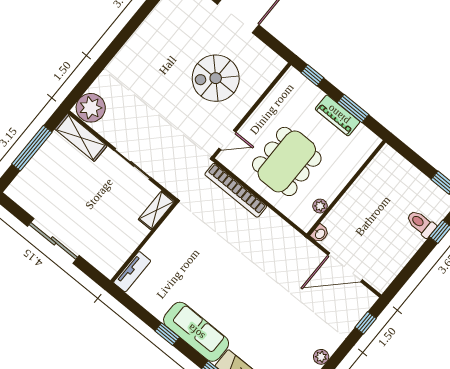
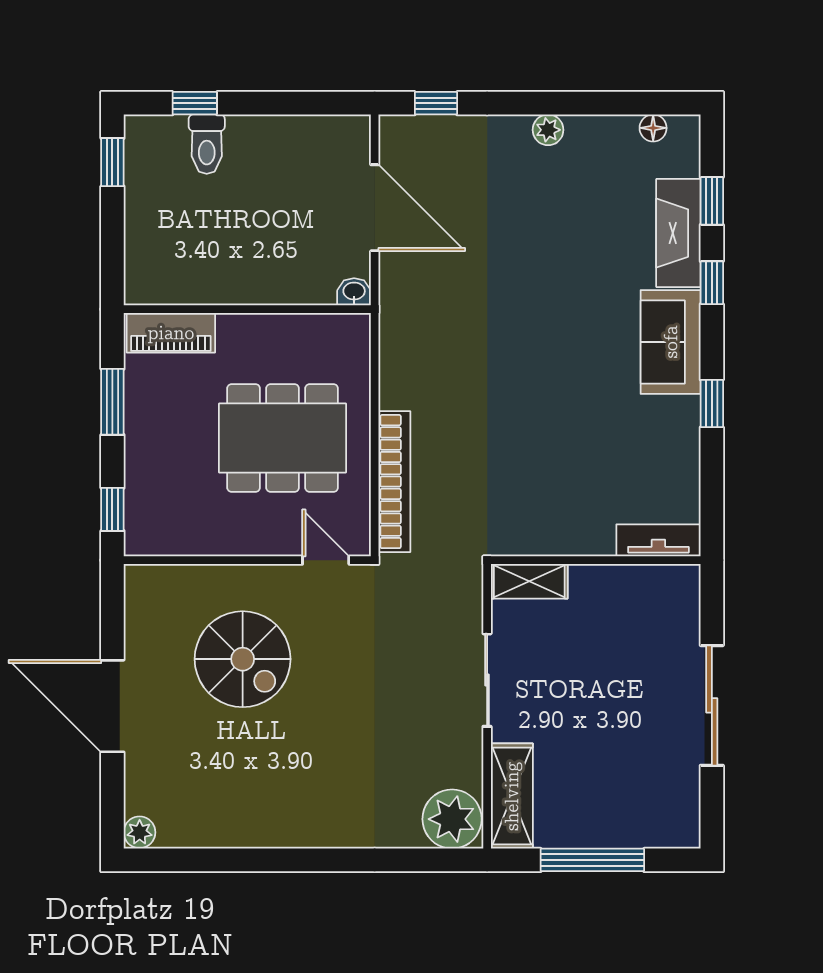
piano: (338, 115) -> (171, 333), moved, turned 90
plant: (320, 206) -> (310, 327), removed
sofa: (196, 332) -> (671, 342), width x0.73

